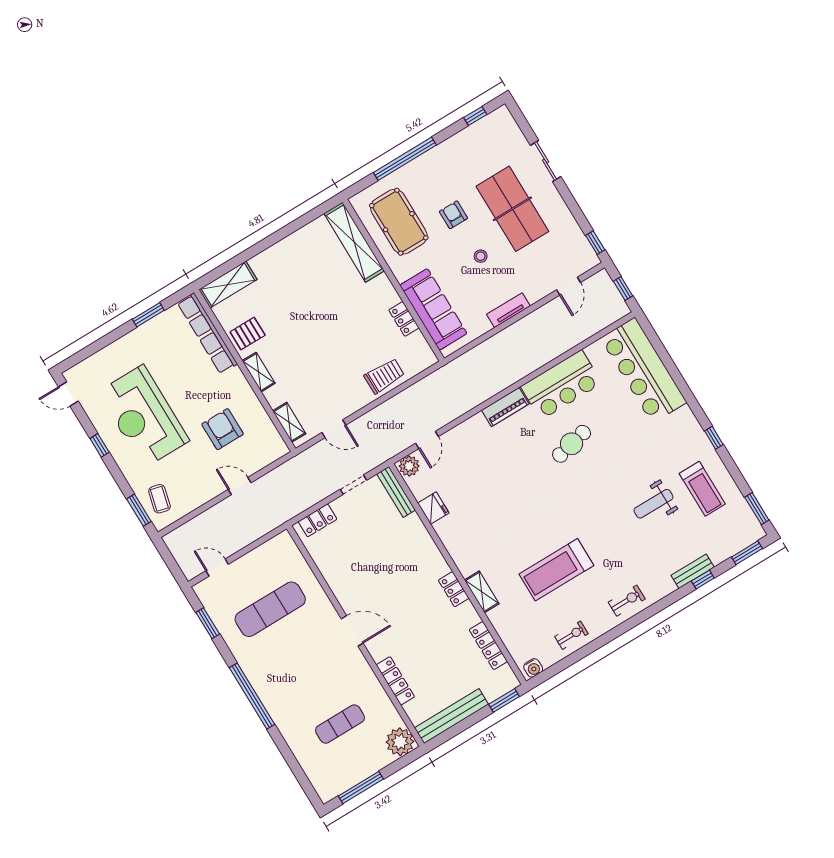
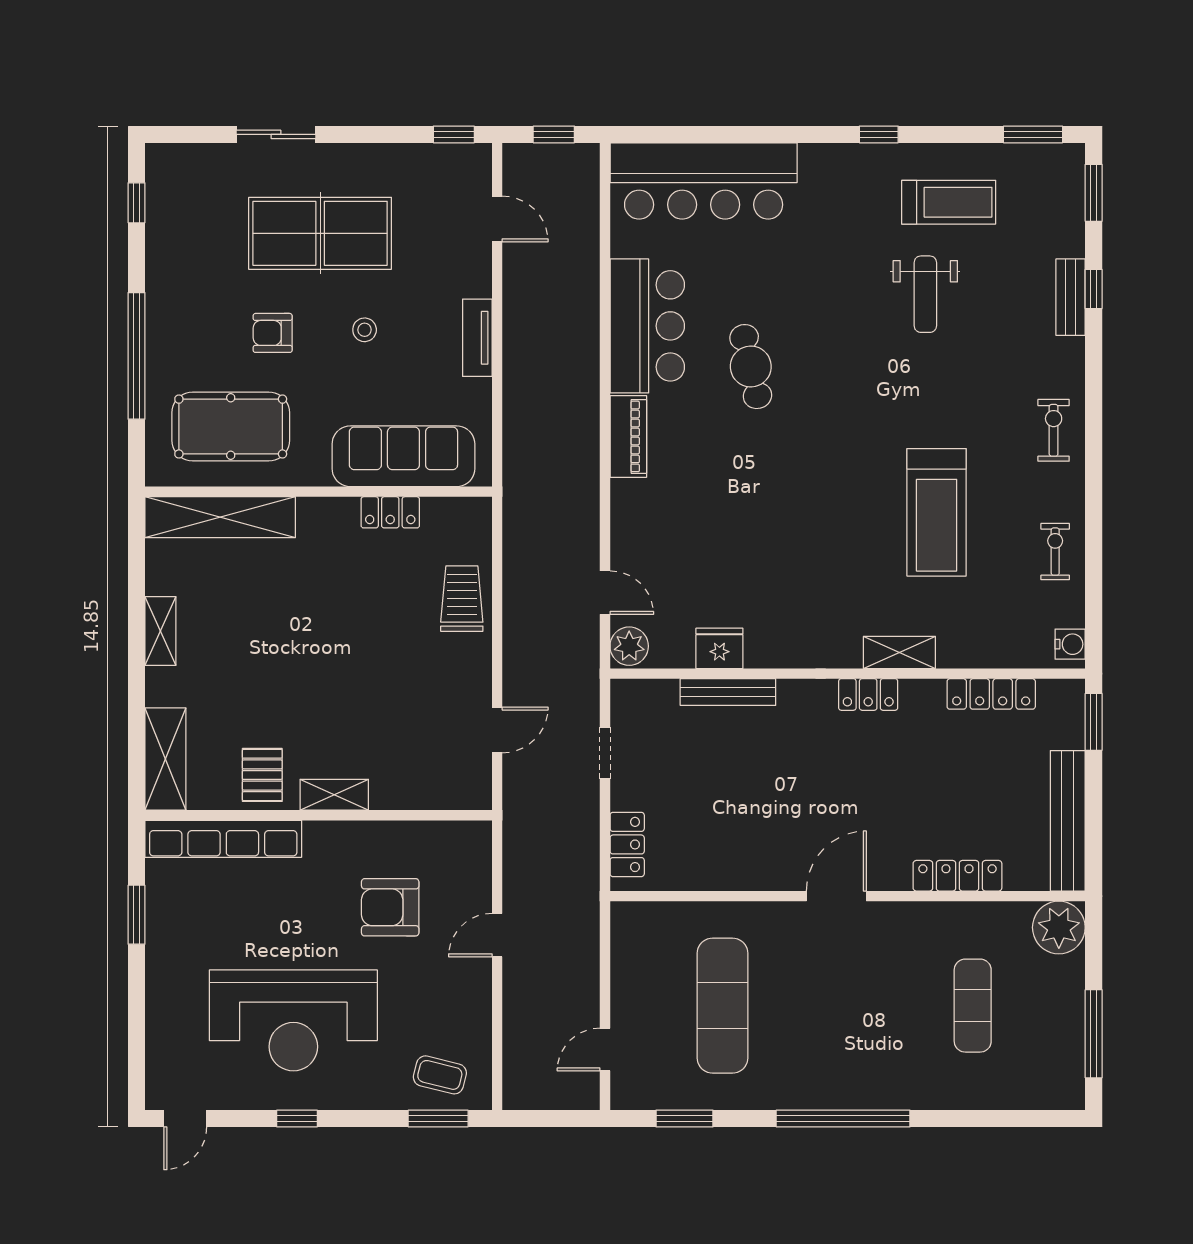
shelving: (289, 422) -> (160, 631), moved, turned 90
bench: (396, 492) -> (728, 692), moved

